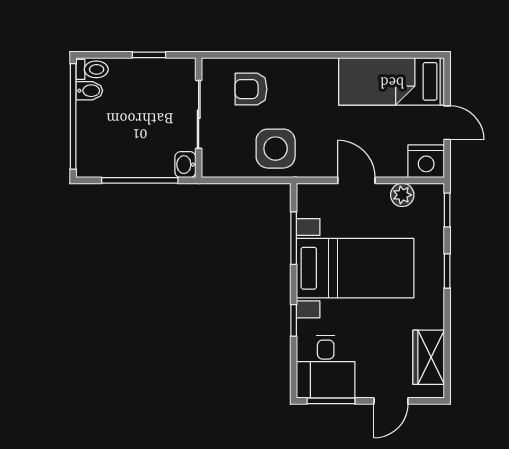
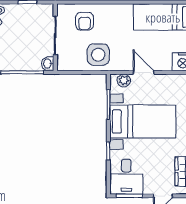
armchair: (251, 89) -> (85, 21), turned -90
plant: (402, 195) -> (124, 81), moved

